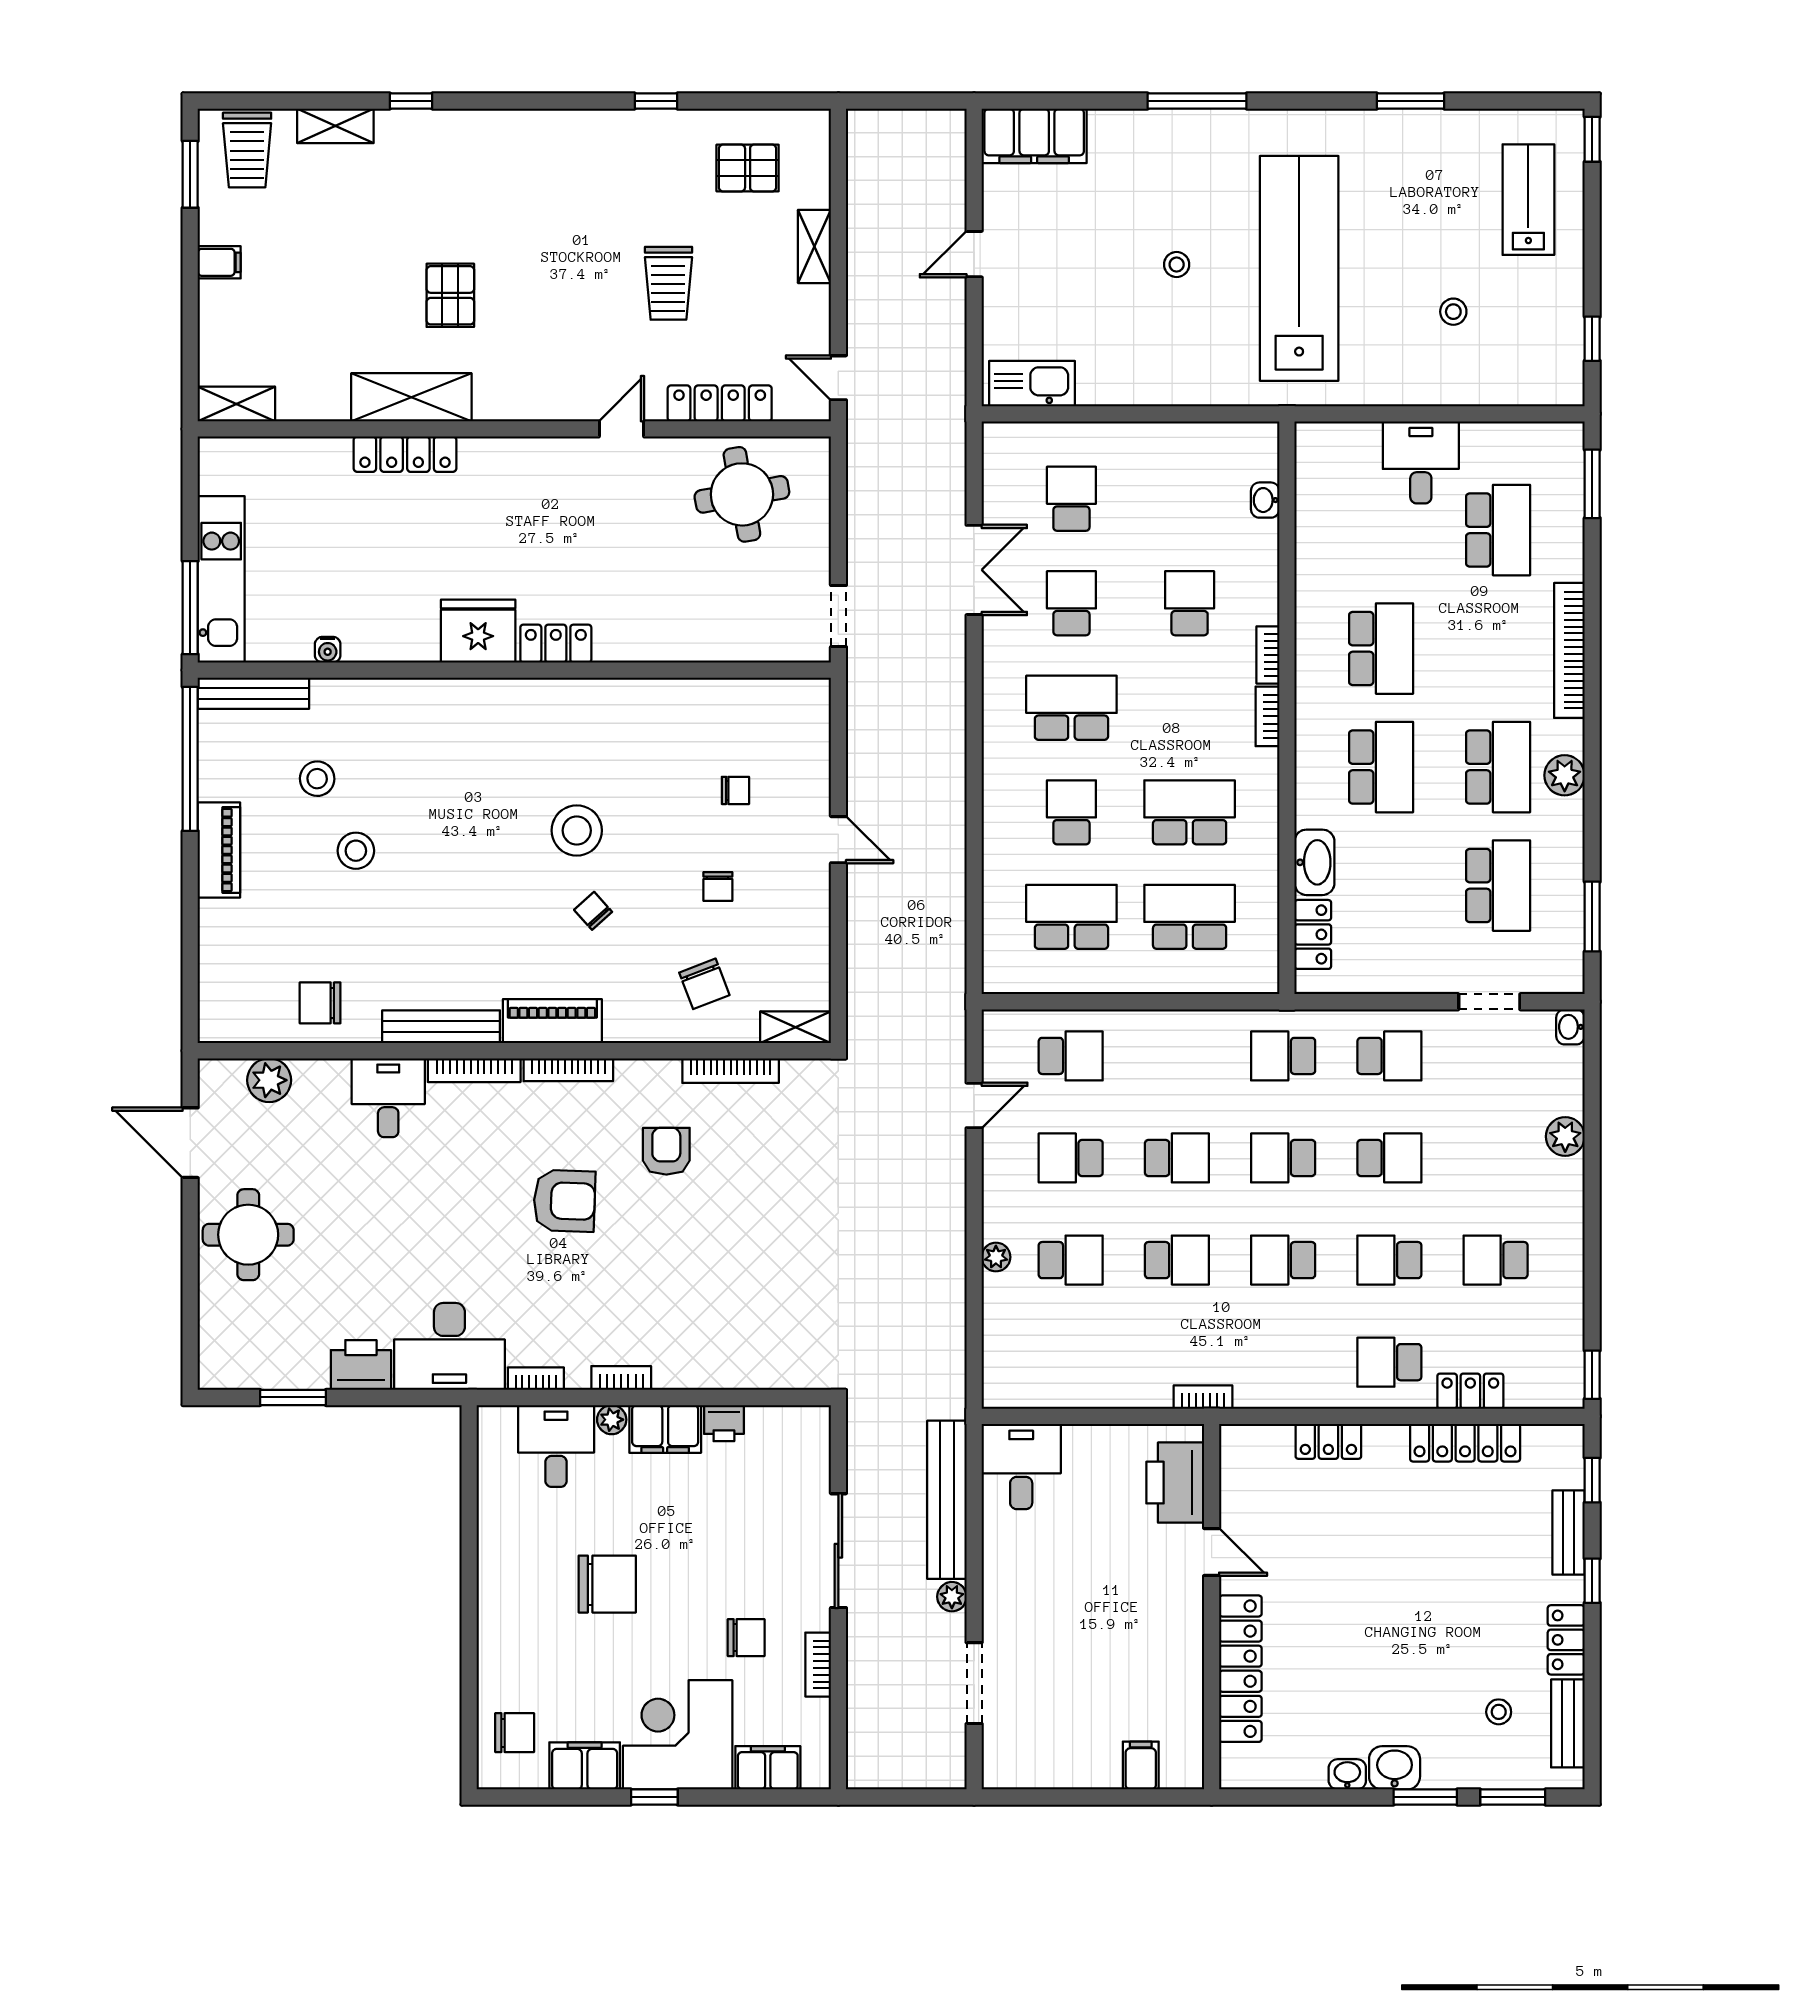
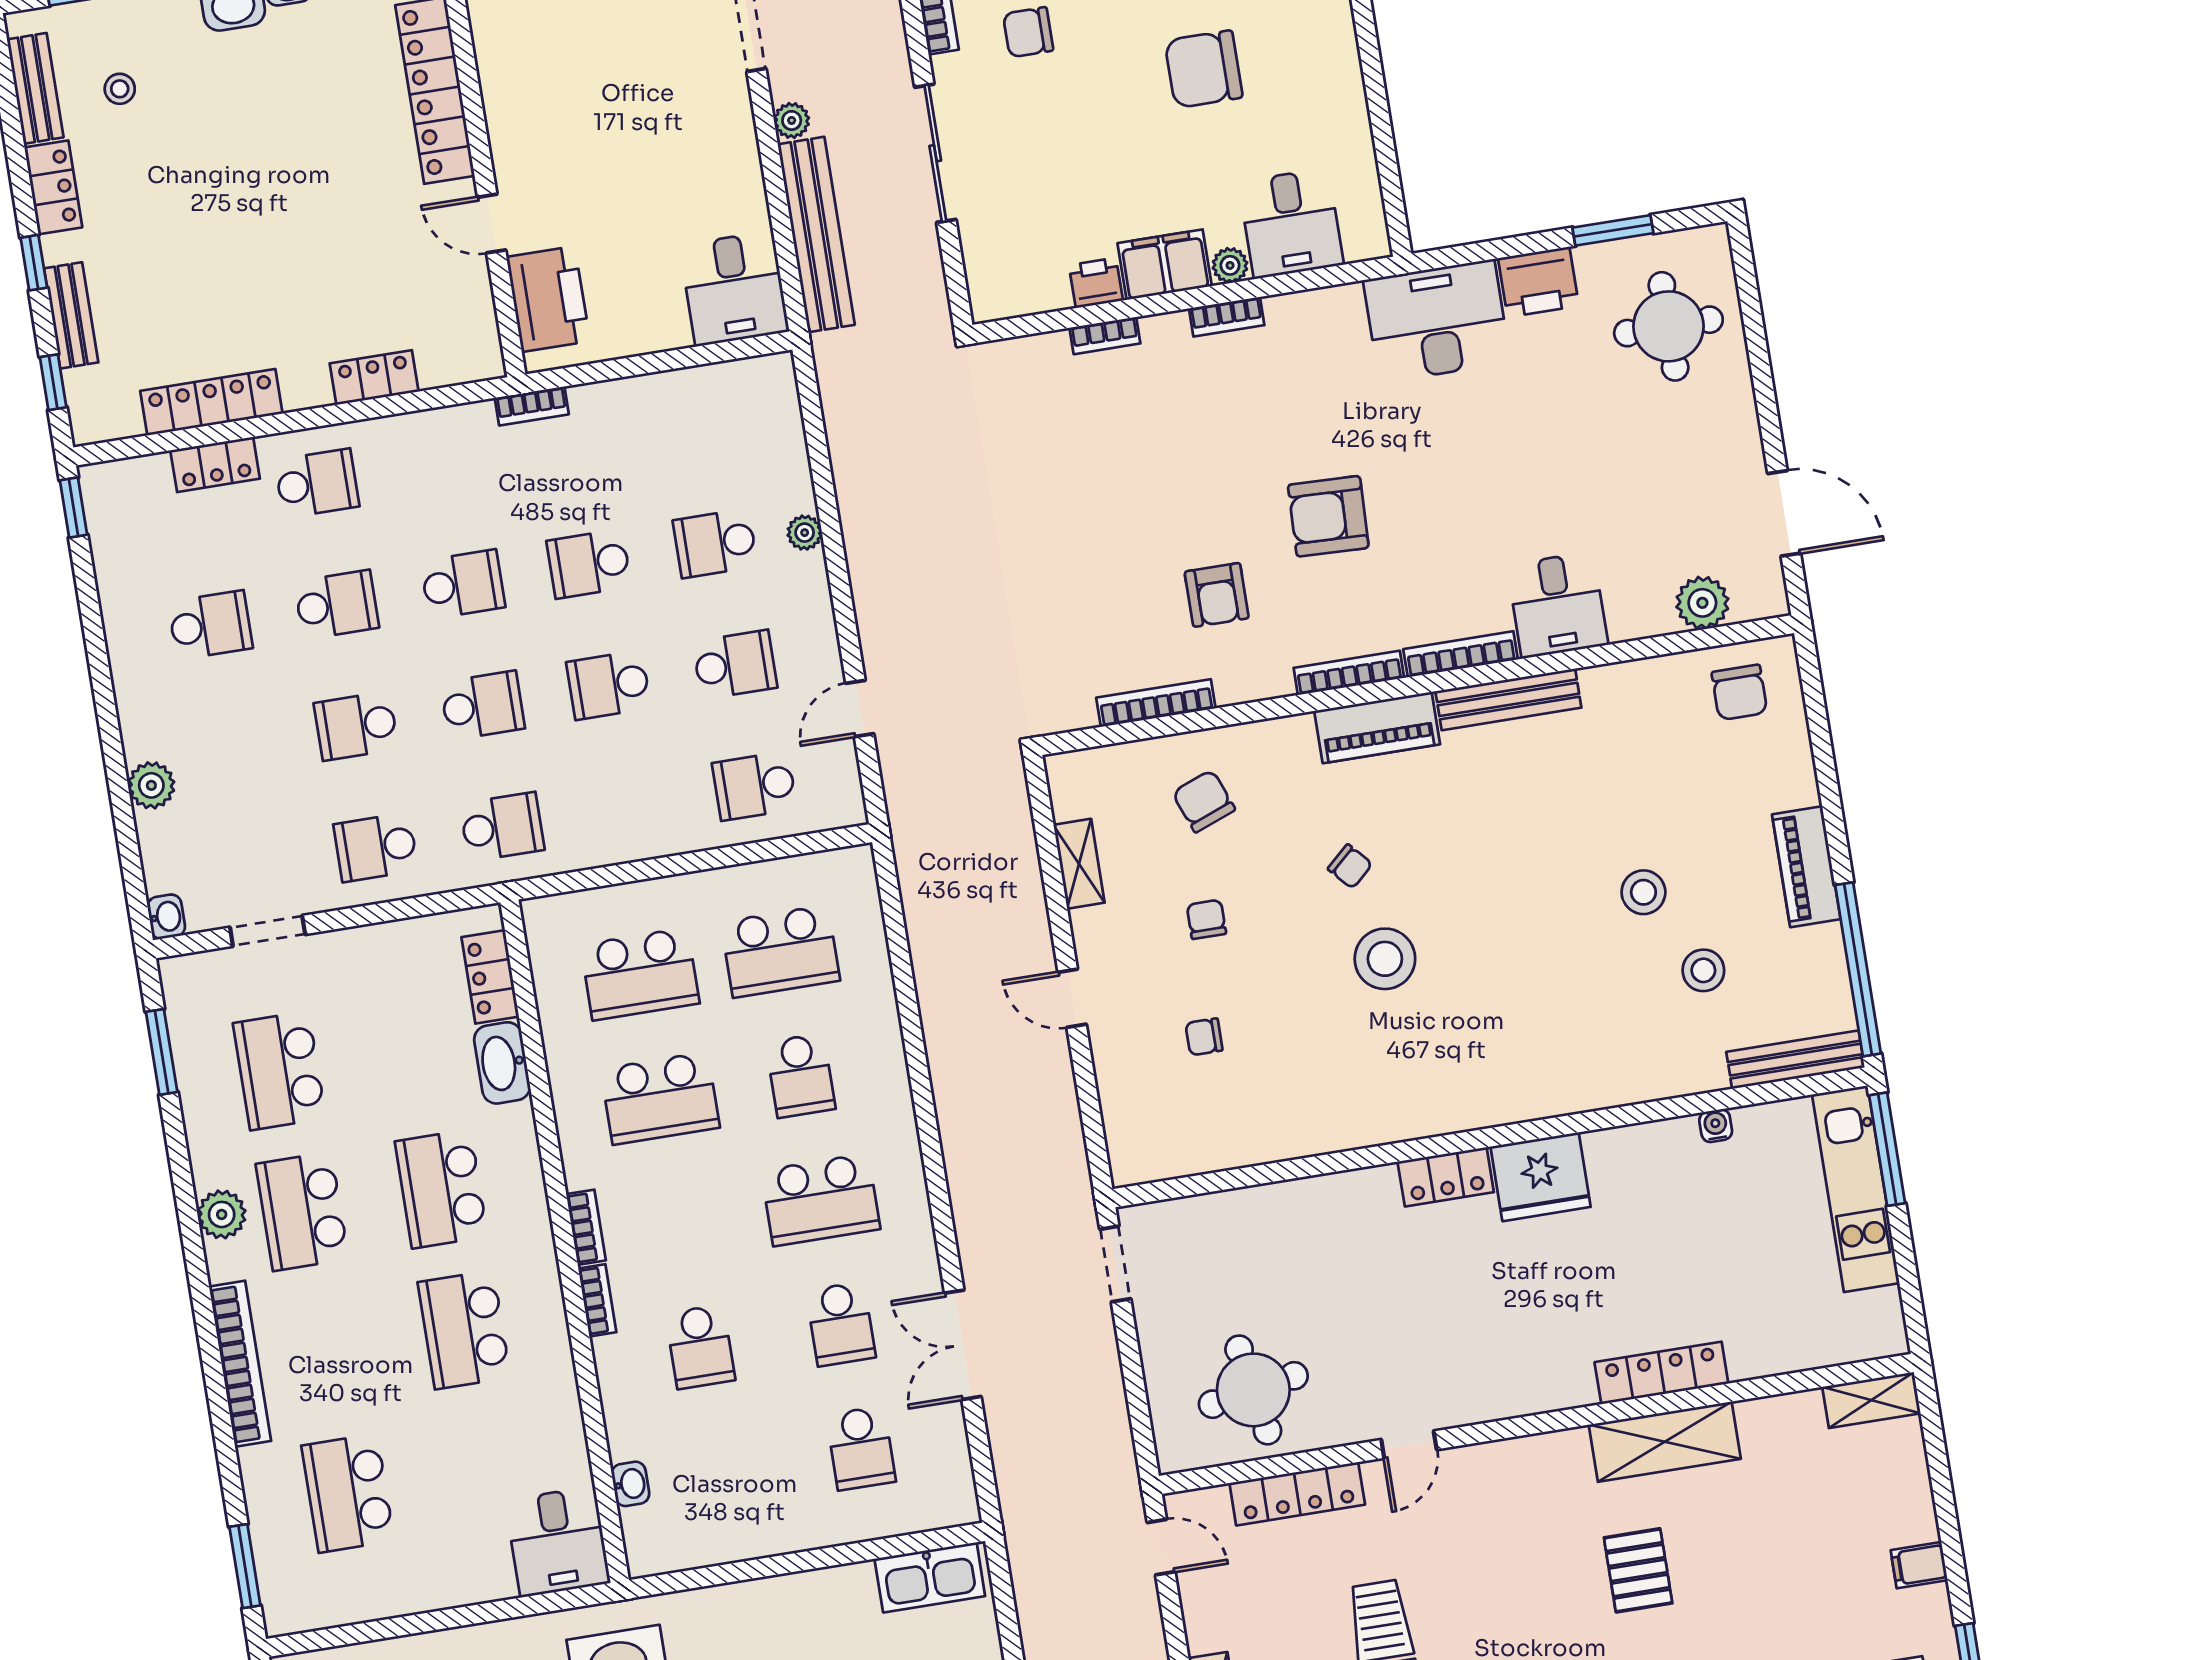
desk: (1421, 462) -> (558, 1542), moved
chair: (320, 1003) -> (1739, 692), moved, turned 90
shelving: (796, 1027) -> (1079, 864), moved, turned 90
round table: (248, 1235) -> (1668, 326), moved
bookcase: (536, 1379) -> (1105, 336), moved

